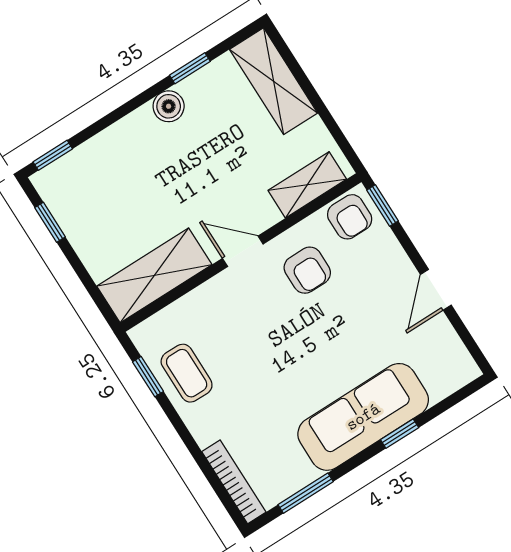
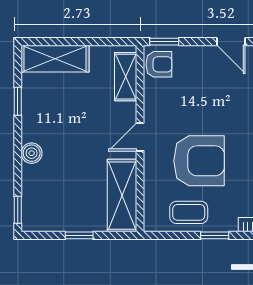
boiler: (169, 106) -> (32, 153), moved
window: (50, 222) -> (79, 235), moved
armchair: (307, 270) -> (199, 161), moved, width x1.88, depth x1.88
window: (148, 377) -> (215, 235), moved

